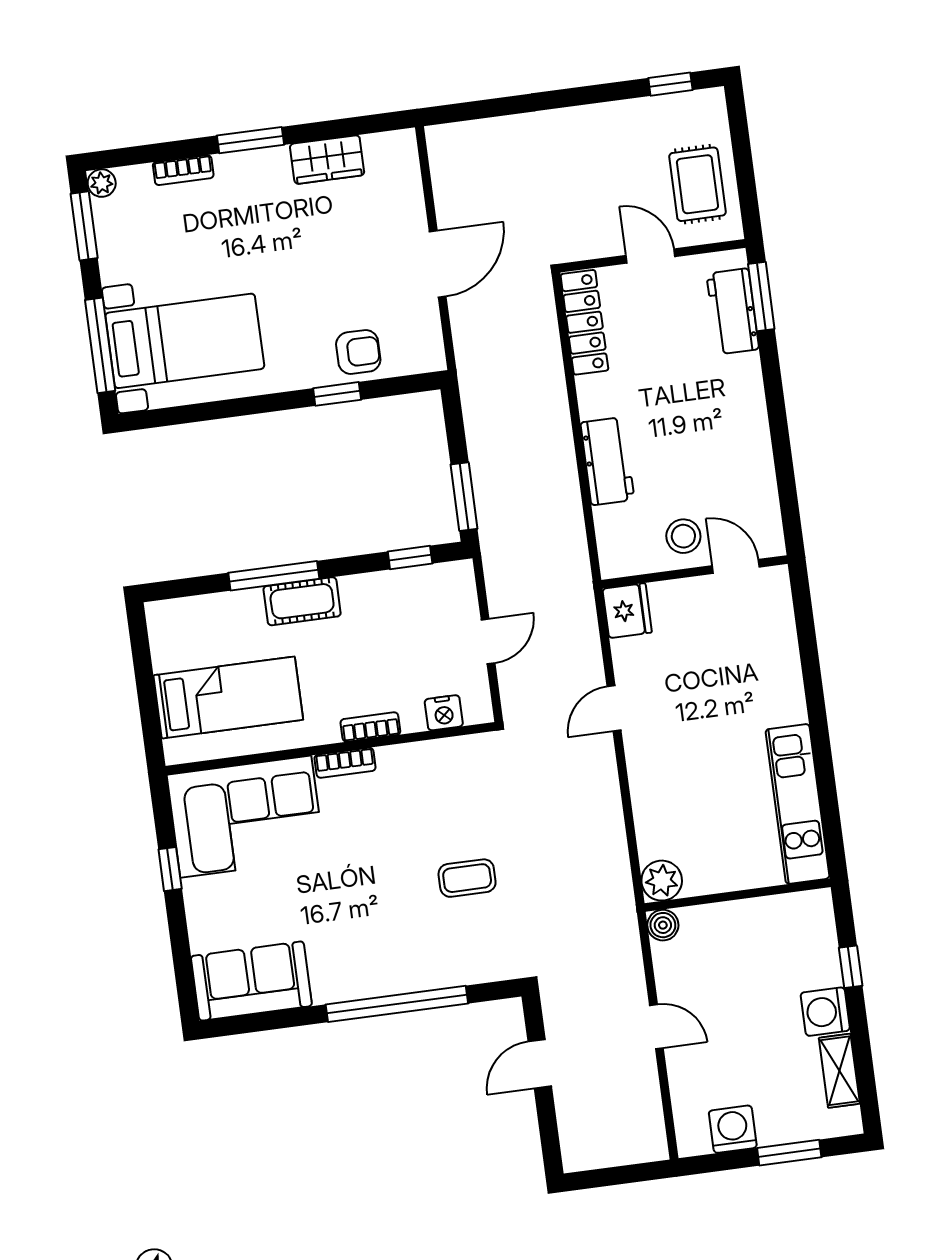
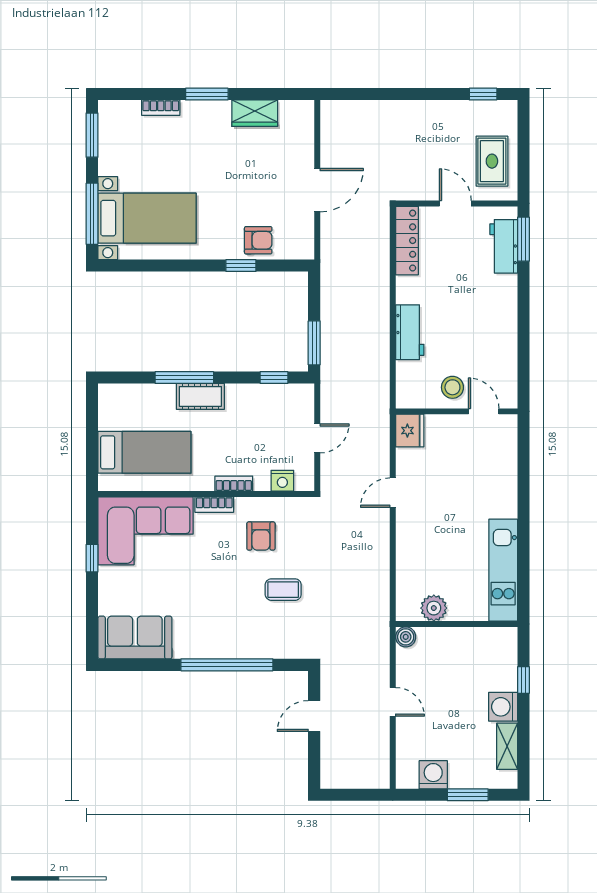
plant: (102, 183) -> (107, 109), removed
armchair: (422, 801) -> (261, 536), added
plant: (662, 881) -> (434, 608), moved

